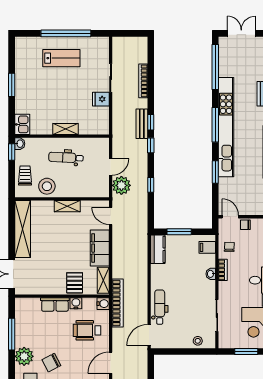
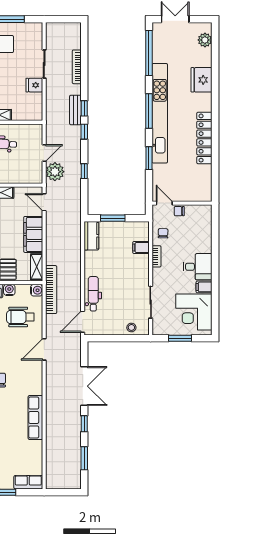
filing cabinet: (207, 247) -> (141, 247), moved
washbasin: (211, 274) -> (144, 260), removed

